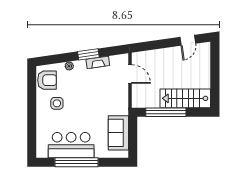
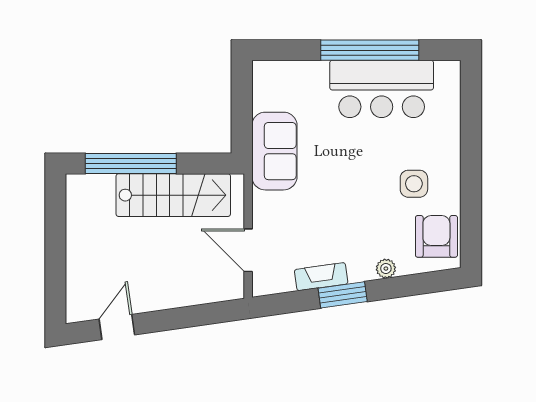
armchair: (47, 80) -> (436, 236), turned 90
stairs: (185, 98) -> (173, 195), moved
window: (166, 112) -> (131, 163), moved
sofa: (118, 133) -> (274, 151), moved

